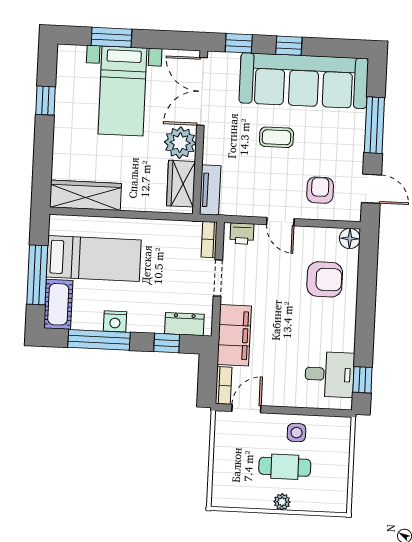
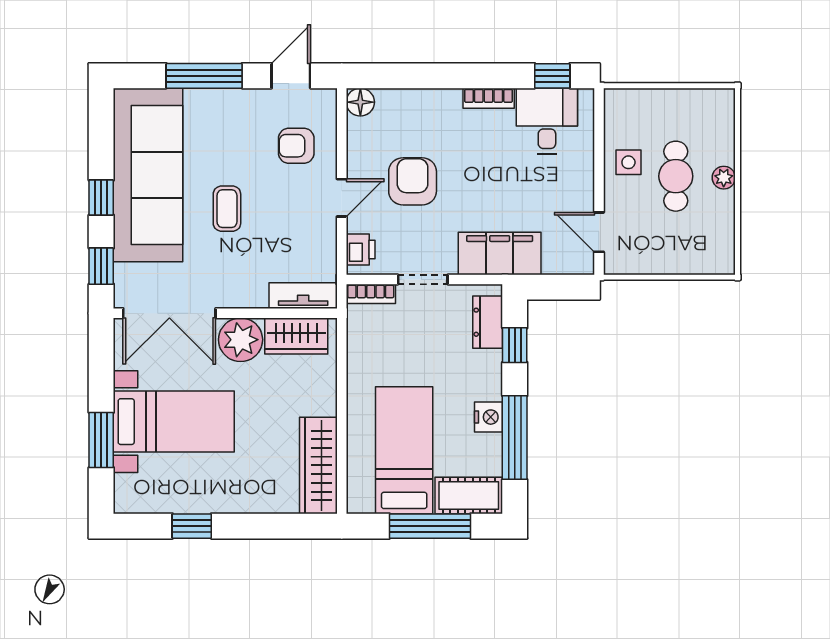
armchair: (325, 279) -> (413, 181), moved
bookcase: (224, 385) -> (489, 98), moved, turned 180

